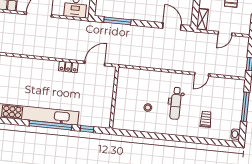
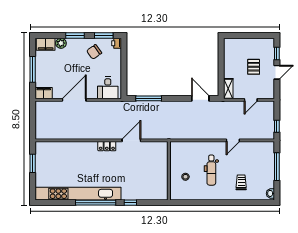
wall: (114, 98) -> (169, 171), moved

